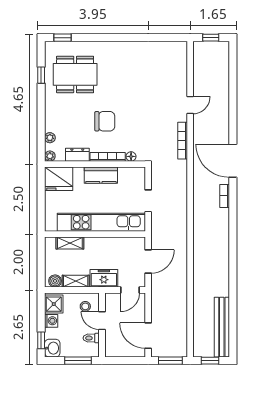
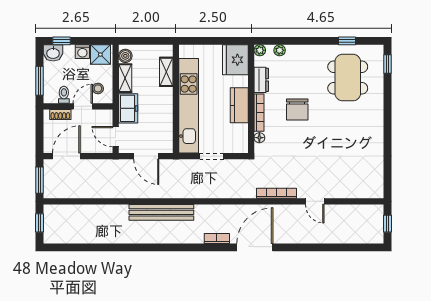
bench: (222, 327) -> (161, 212), moved
shoe rack: (109, 341) -> (60, 115), added

